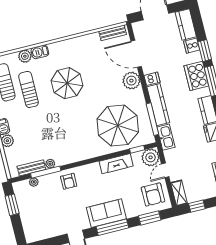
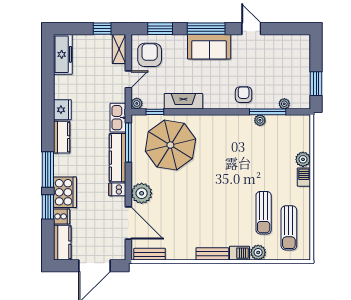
cooker: (196, 76) -> (65, 192), moved
parasol: (67, 83) -> (217, 209), removed
plant: (151, 157) -> (137, 103), width x0.53, depth x0.53
bench: (31, 168) -> (212, 254), moved

